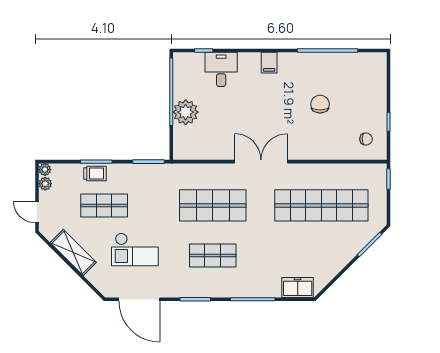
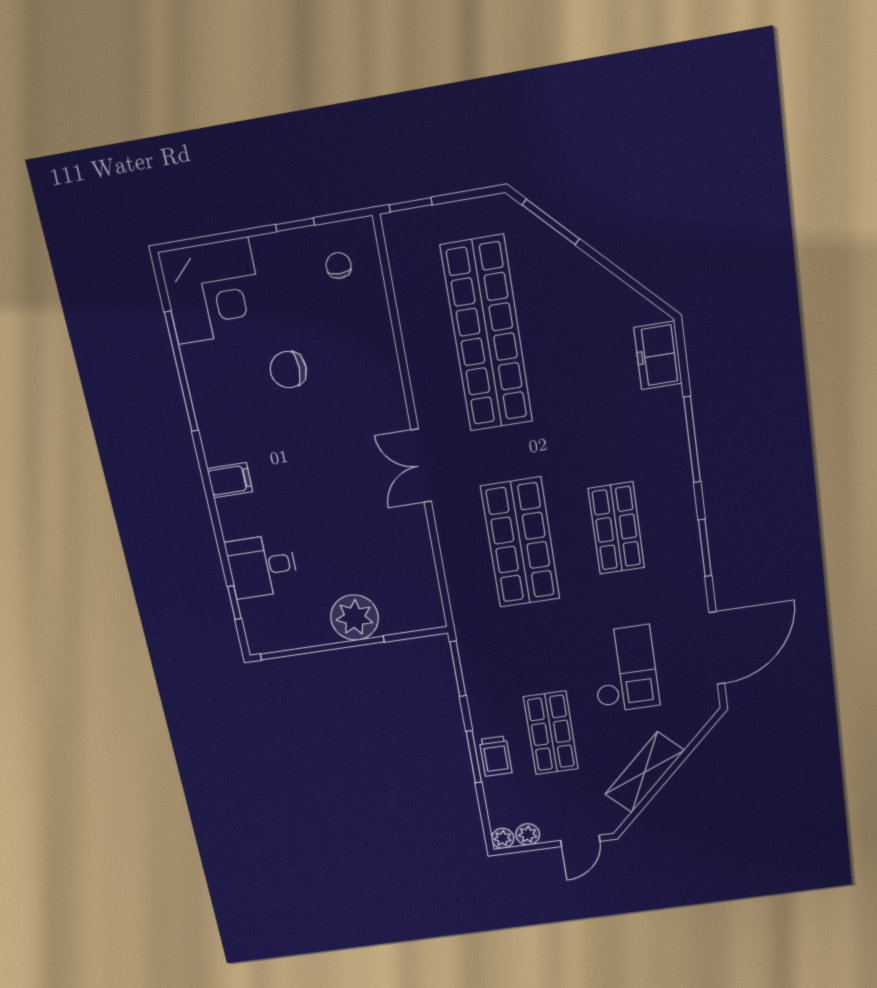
corner desk: (364, 75) -> (213, 291), added
double door: (261, 162) -> (421, 466), width x0.73
trolley: (95, 174) -> (496, 756), turned 180

